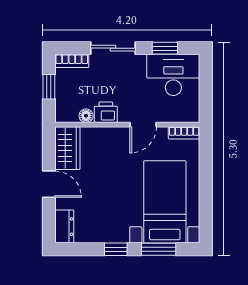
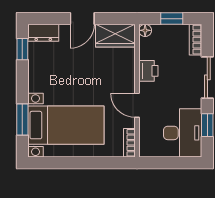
floor lamp: (86, 116) -> (145, 30), moved
window: (116, 249) -> (22, 49), moved

